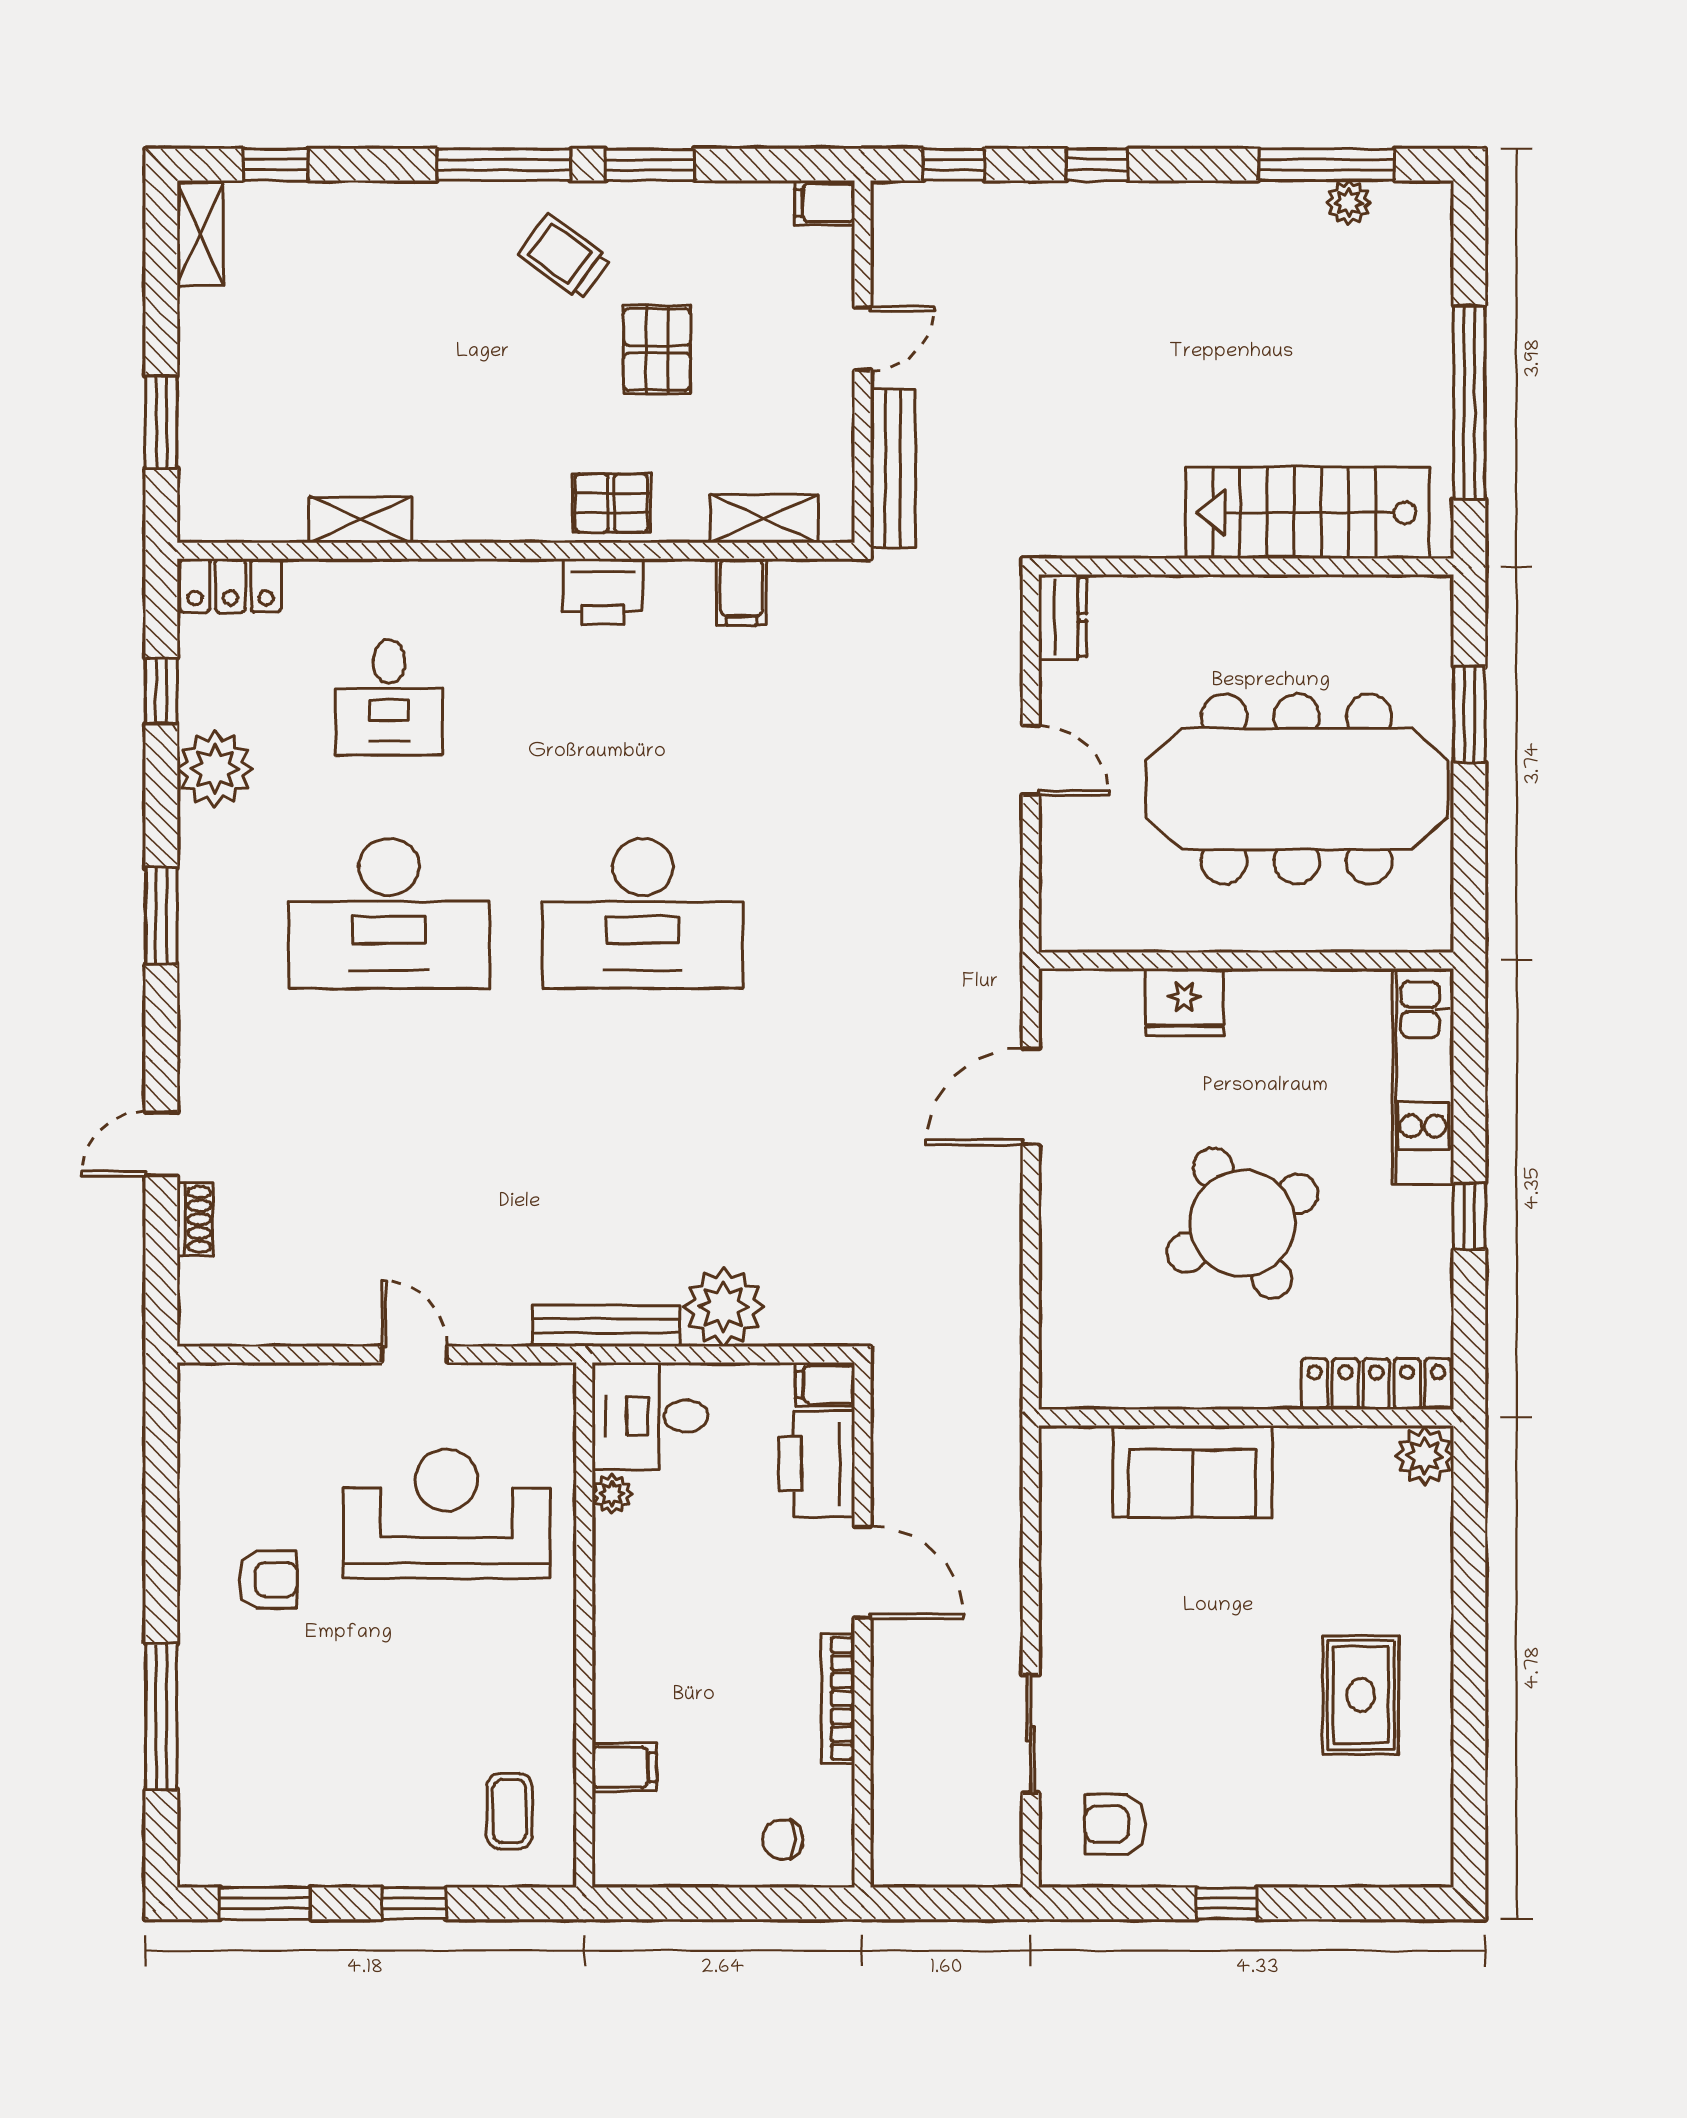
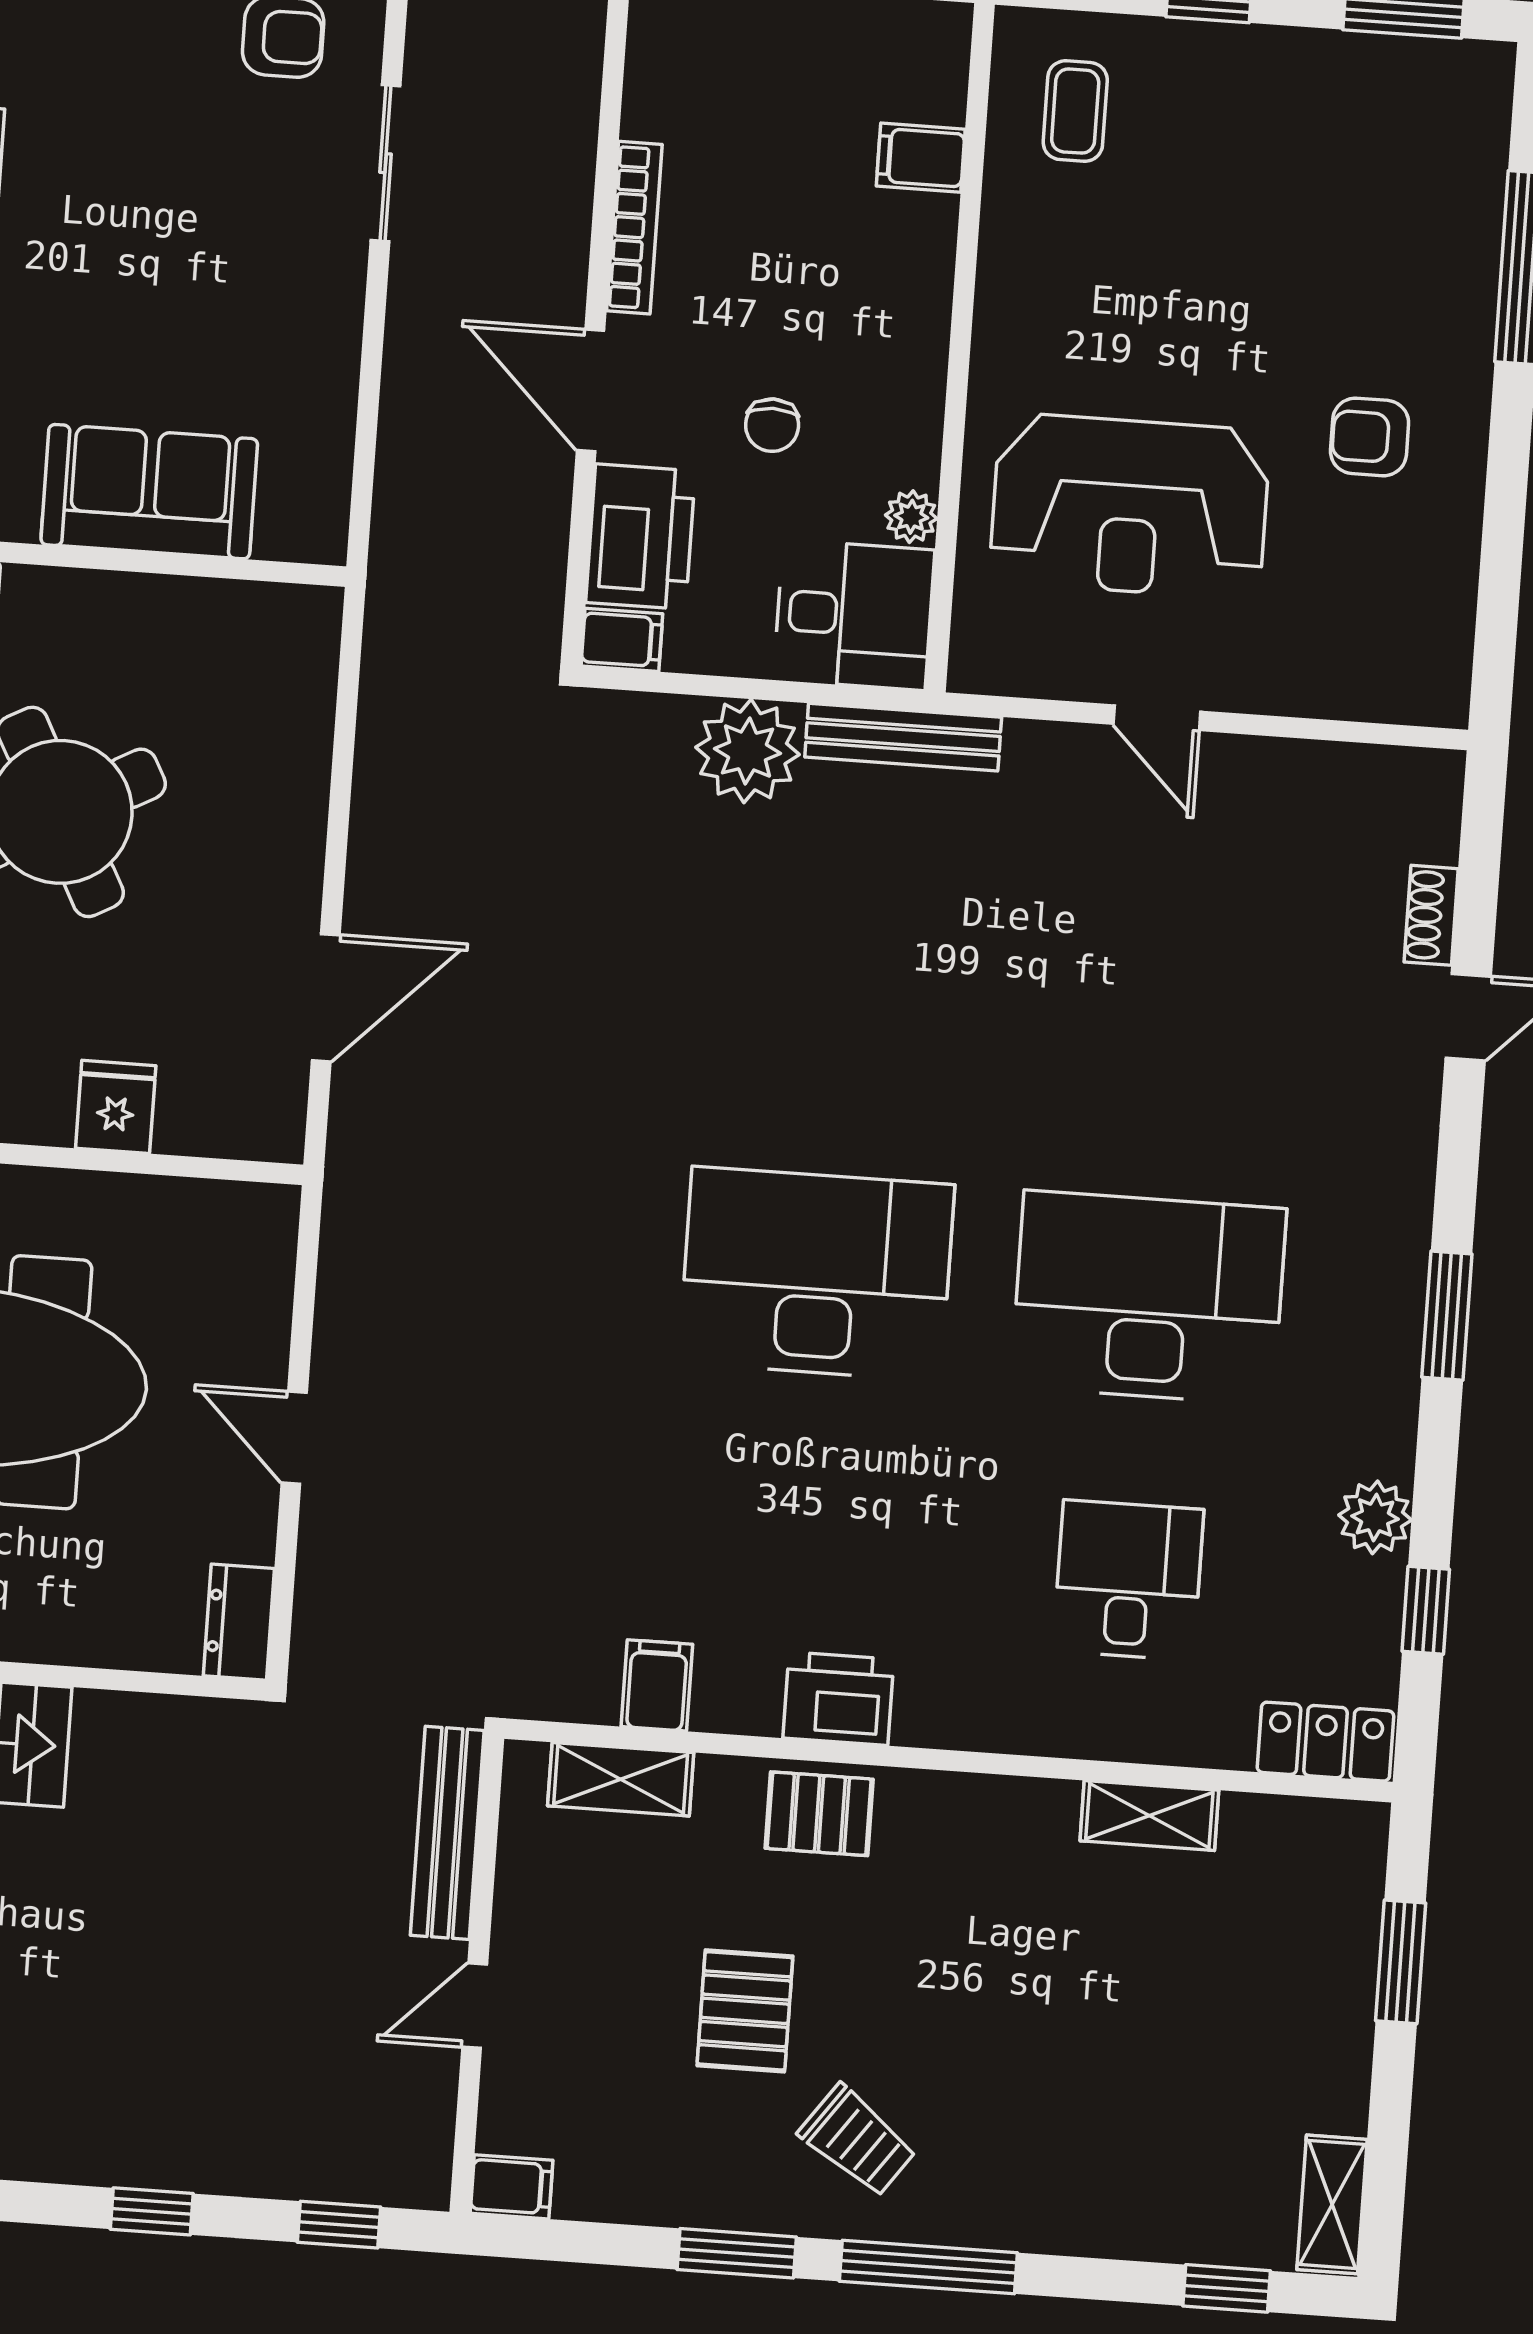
plant: (215, 769) -> (1375, 1517), width x0.73, depth x0.73
fridge: (1184, 1002) -> (116, 1107), width x0.72
chair: (783, 1839) -> (772, 425), moved, turned 90

